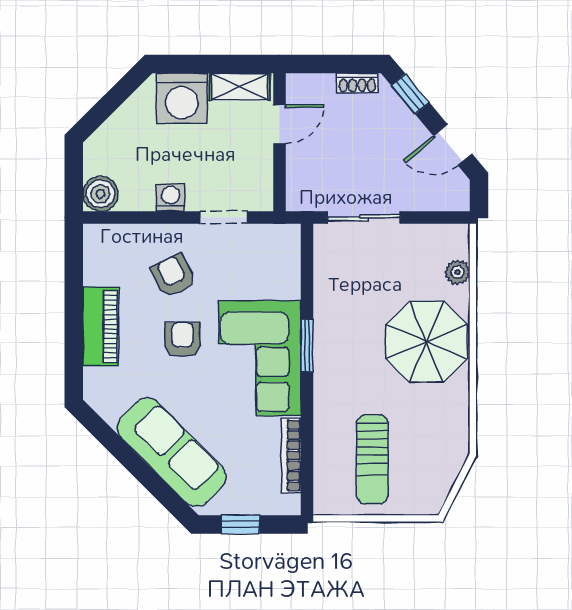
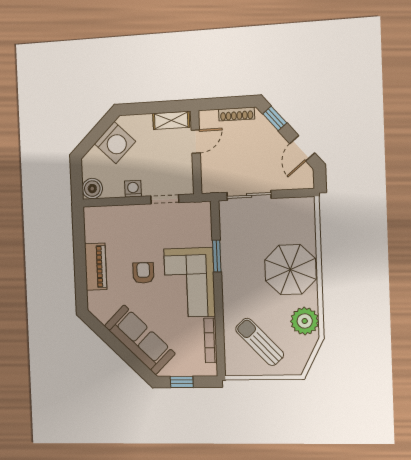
shoe rack: (357, 83) -> (237, 114), width x1.43
washing machine: (182, 99) -> (115, 143), moved, turned -45
door: (453, 145) -> (302, 148), hinge flipped
plant: (457, 272) -> (305, 321), moved, width x1.88, depth x1.88
armchair: (173, 276) -> (136, 235), removed
window: (307, 346) -> (217, 256), moved
sun lounger: (372, 459) -> (260, 342), turned 137

